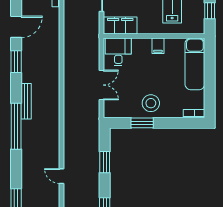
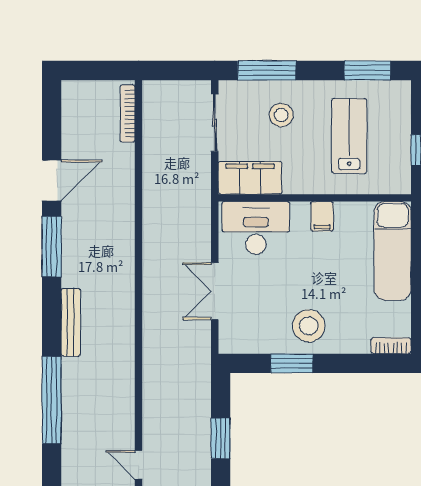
desk: (118, 52) -> (256, 228), width x1.37
window: (16, 62) -> (52, 247), width x1.44
double door: (102, 85) -> (215, 291), swing flipped
window: (16, 126) -> (52, 400), moved

